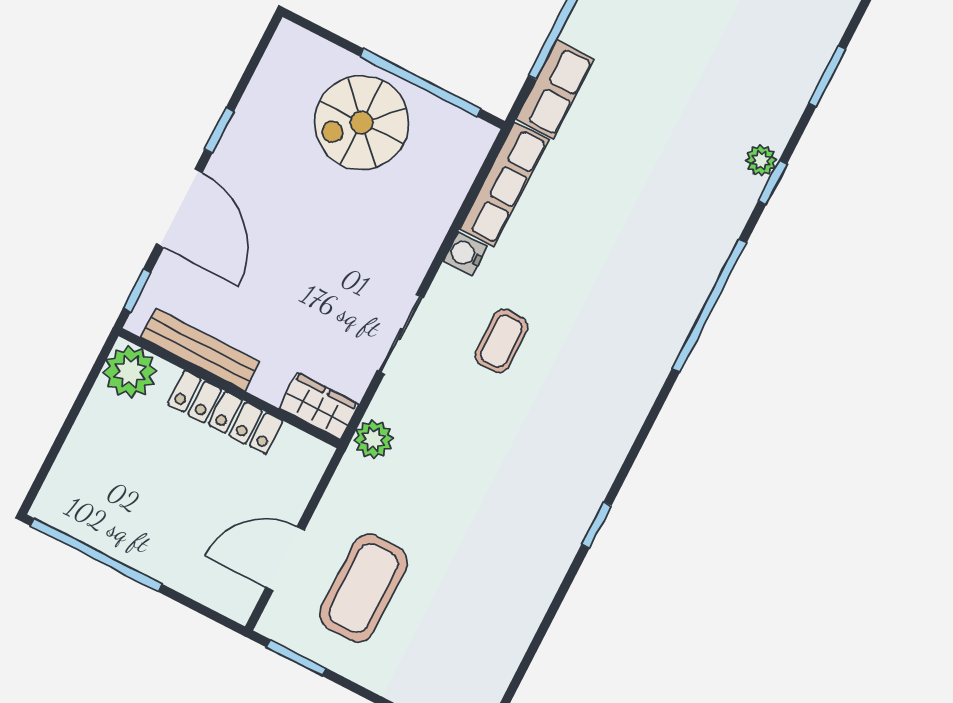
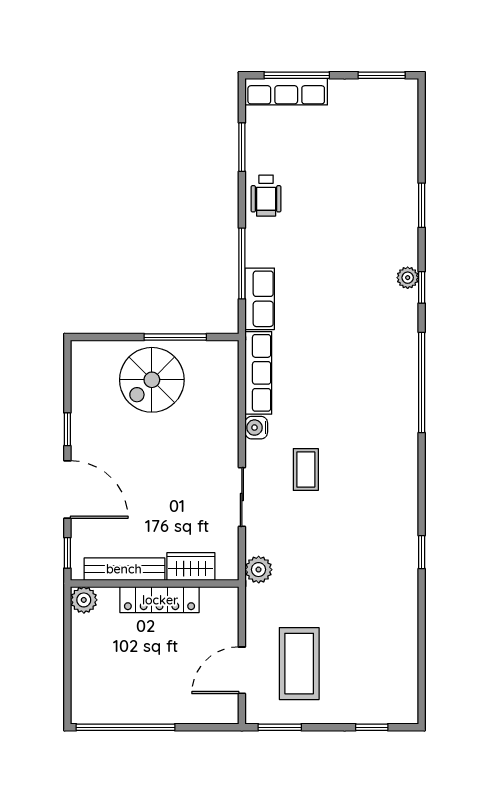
window: (420, 83) -> (175, 337), width x0.68
plant: (130, 372) -> (84, 600), width x0.73, depth x0.73
wardrobe: (319, 406) -> (191, 566), moved

